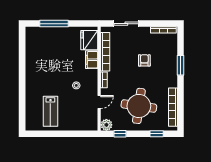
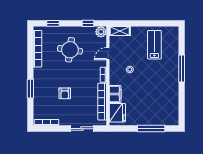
window: (22, 86) -> (182, 68), added
round table: (139, 106) -> (70, 50), width x0.73, depth x0.73
shelving: (87, 126) -> (120, 31), added

